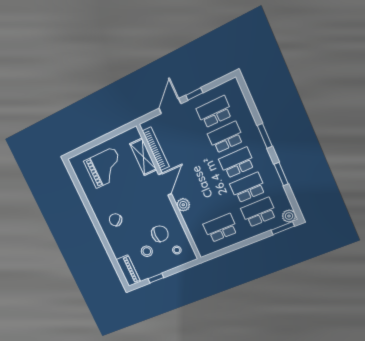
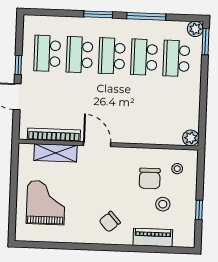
window: (281, 174) -> (146, 16), width x1.44
plant: (183, 205) -> (191, 138), moved
school desk: (220, 228) -> (174, 107), removed
chair: (160, 234) -> (150, 178), turned 180
piano: (128, 271) -> (153, 237), moved

